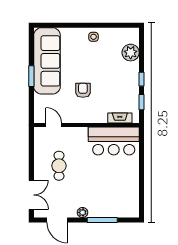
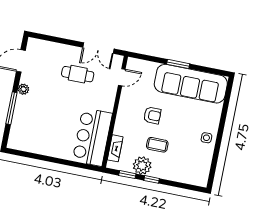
plant: (131, 53) -> (142, 166), moved
coffee table: (109, 80) -> (157, 145), added
double door: (31, 195) -> (98, 48), moved

